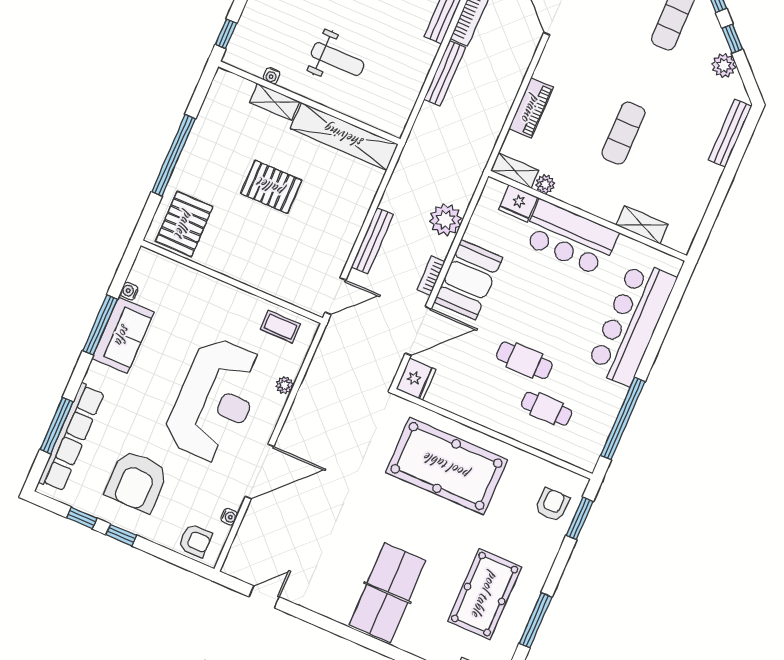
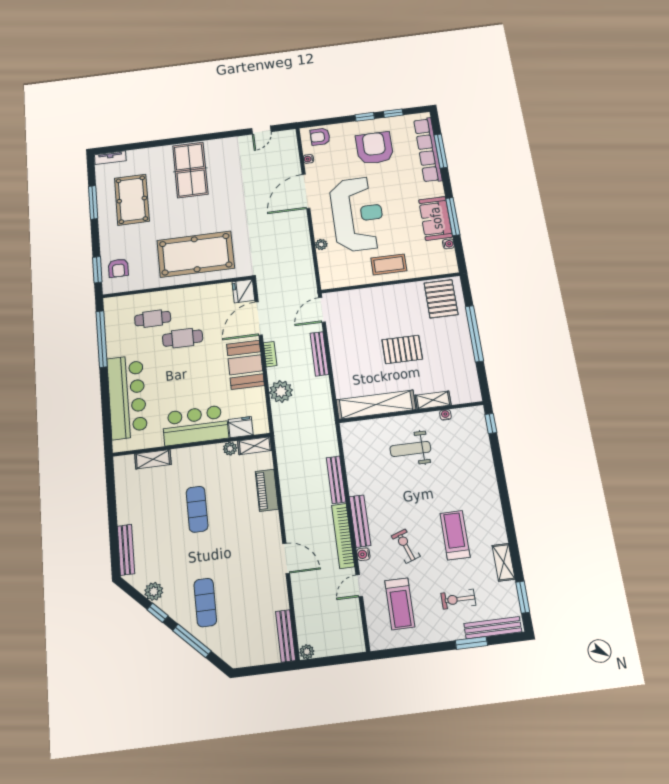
coffee table: (280, 327) -> (389, 264), moved, width x1.36, depth x1.30
reception desk: (215, 400) -> (357, 214), turned 180

